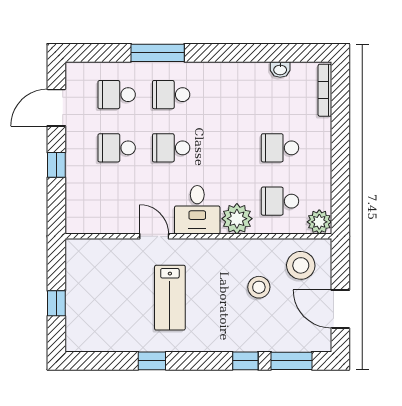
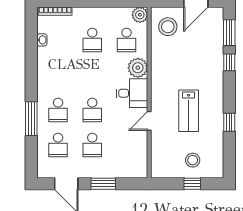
window: (56, 165) -> (103, 184), width x1.50
stool: (259, 287) -> (193, 160), moved
lab bench: (170, 298) -> (189, 111), turned 90

